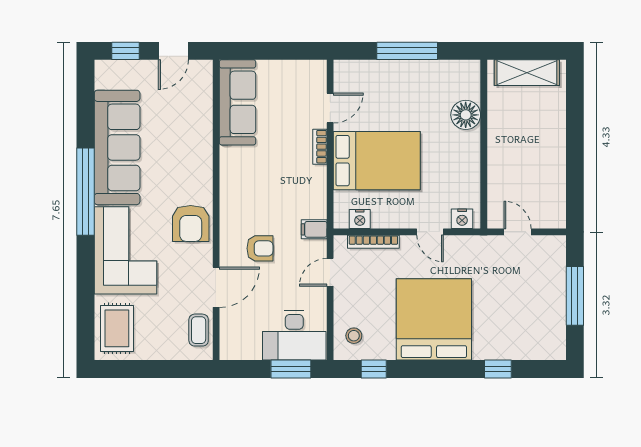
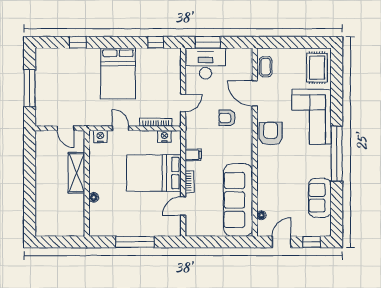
shelving: (527, 73) -> (76, 173), moved, turned 90
floor lamp: (205, 93) -> (261, 215), added
sofa: (238, 102) -> (238, 200), width x1.36, depth x1.27
floor lamp: (466, 115) -> (94, 197), width x0.53, depth x0.53
sofa: (117, 147) -> (320, 198), width x0.54, depth x0.79
filing cabinet: (314, 229) -> (193, 155), moved
door: (216, 287) -> (255, 94), hinge flipped
bed: (434, 319) -> (118, 73), width x0.73
stool: (354, 336) -> (168, 63), removed

